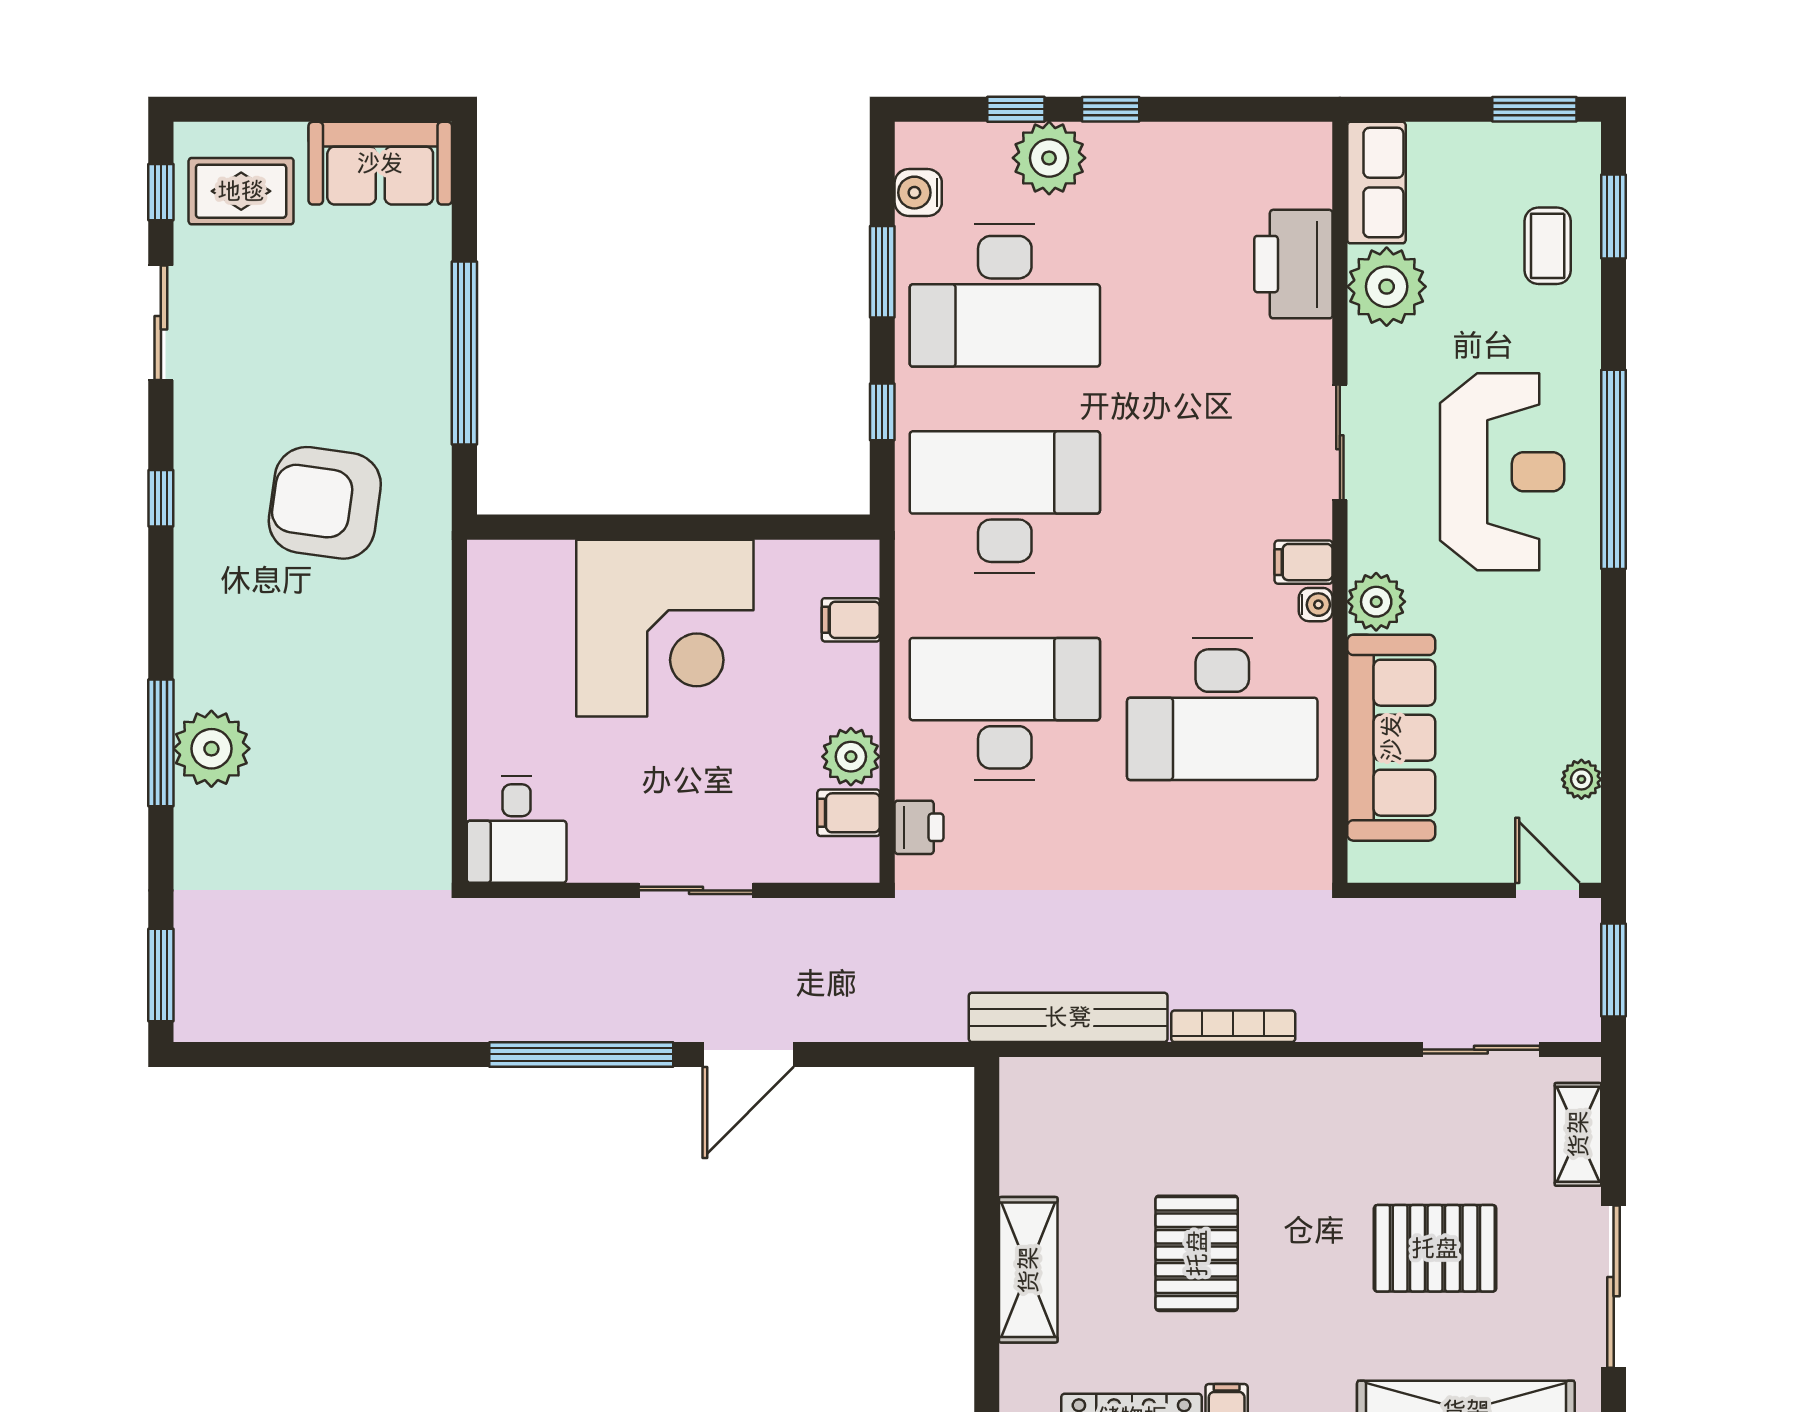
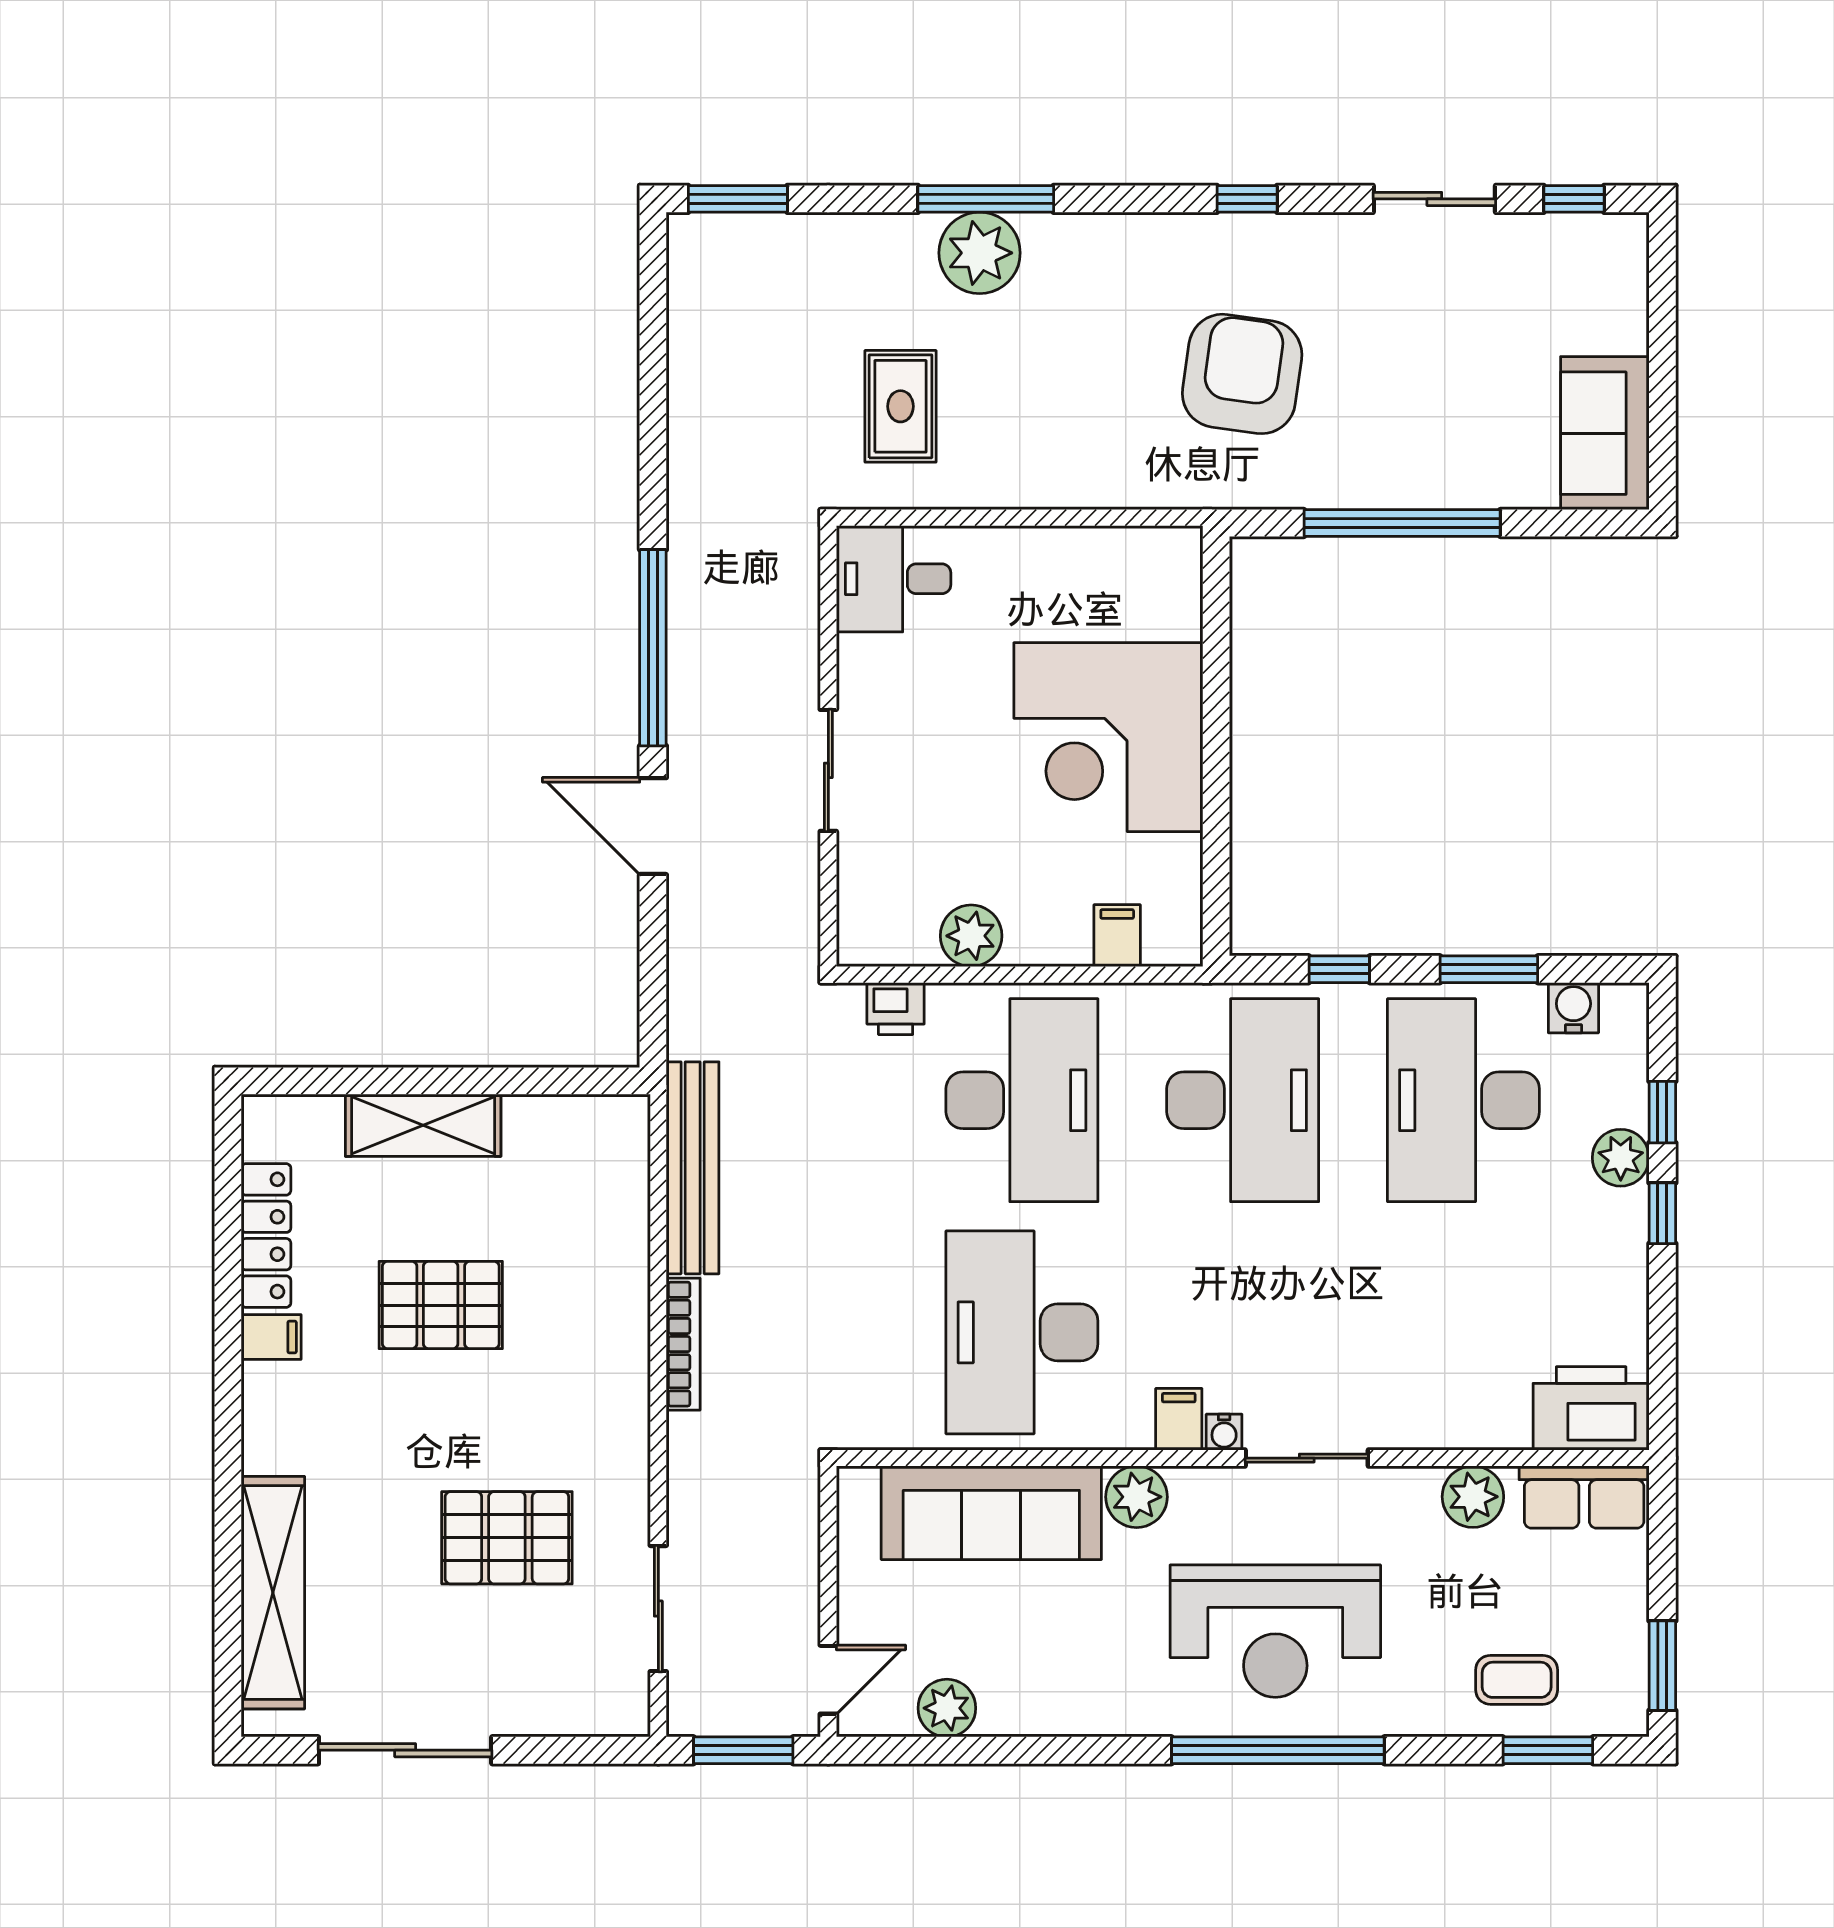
plant: (1049, 158) -> (1621, 1158), width x0.73, depth x0.73
rug: (241, 191) -> (900, 406), moved
printer: (1293, 264) -> (1591, 1408), moved
plant: (1387, 287) -> (1473, 1497), width x0.73, depth x0.73
water cooler: (1316, 605) -> (1224, 1432), moved
plant: (1581, 779) -> (947, 1708), width x1.38, depth x1.38
filing cabinet: (849, 813) -> (911, 933), removed
shelving: (1578, 1134) -> (568, 1712), removed
pallet: (1435, 1248) -> (507, 1538), moved, turned 90

